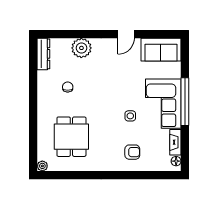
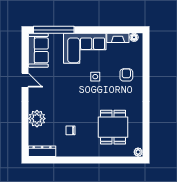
window: (185, 102) -> (54, 30), moved
dining table: (71, 137) -> (113, 127), turned 90

